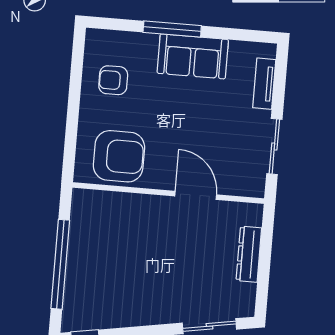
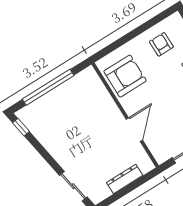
armchair: (119, 156) -> (125, 76), turned -90

